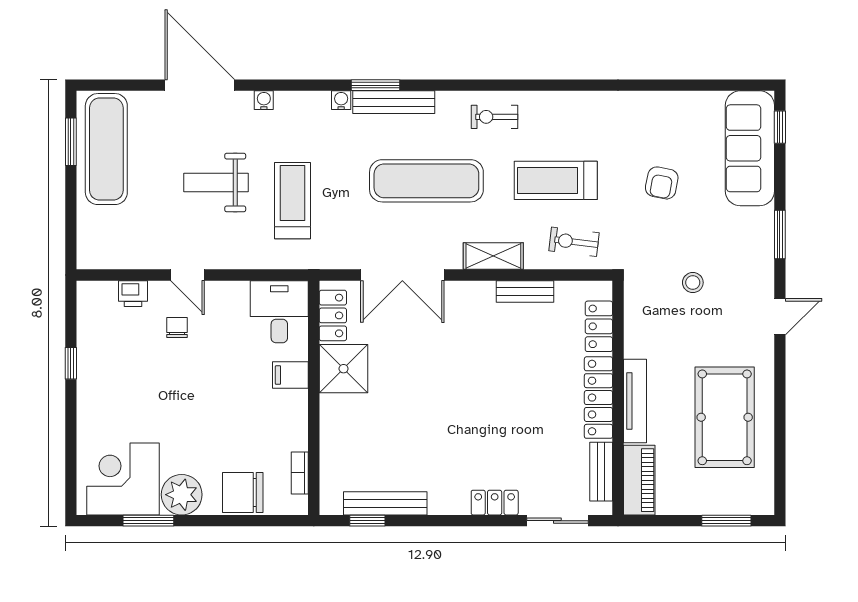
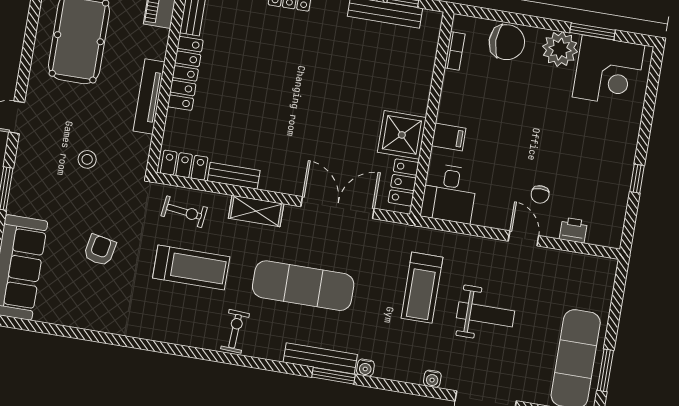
exercise bike: (494, 117) -> (235, 331), turned -87
locker: (599, 326) -> (184, 165), moved, turned -90
tv unit: (635, 401) -> (149, 97), moved

